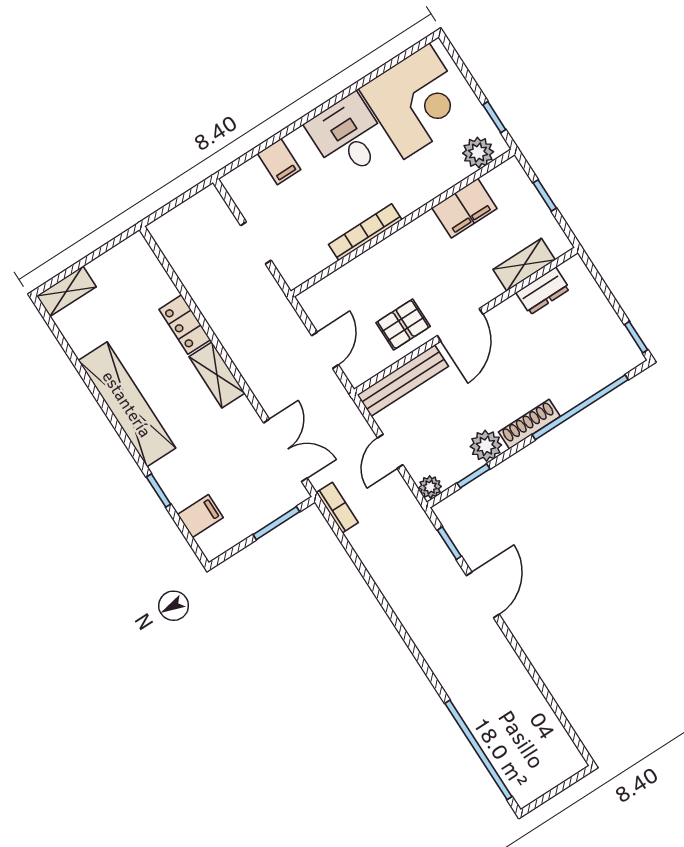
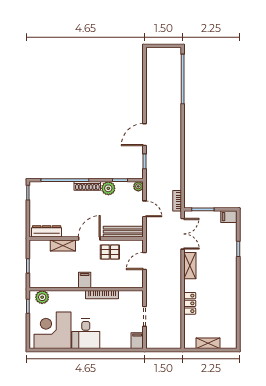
filing cabinet: (279, 162) -> (137, 341), moved
filing cabinet: (464, 208) -> (85, 280), moved, width x0.50
shelving: (524, 265) -> (63, 245), moved
shelving: (66, 291) -> (208, 343), moved
dresser: (543, 291) -> (47, 231), width x1.44
shelving: (217, 375) -> (190, 266), moved
shelving: (127, 404) -> (229, 288), removed
double door: (285, 450) -> (183, 234), swing flipped
door: (390, 451) -> (145, 209), hinge flipped
filing cabinet: (200, 516) -> (229, 217), moved

